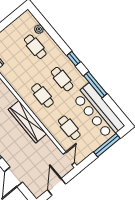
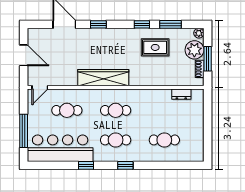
plant: (39, 29) -> (177, 156), removed
window: (95, 85) -> (86, 165), width x0.46
door: (69, 158) -> (40, 87), hinge flipped

